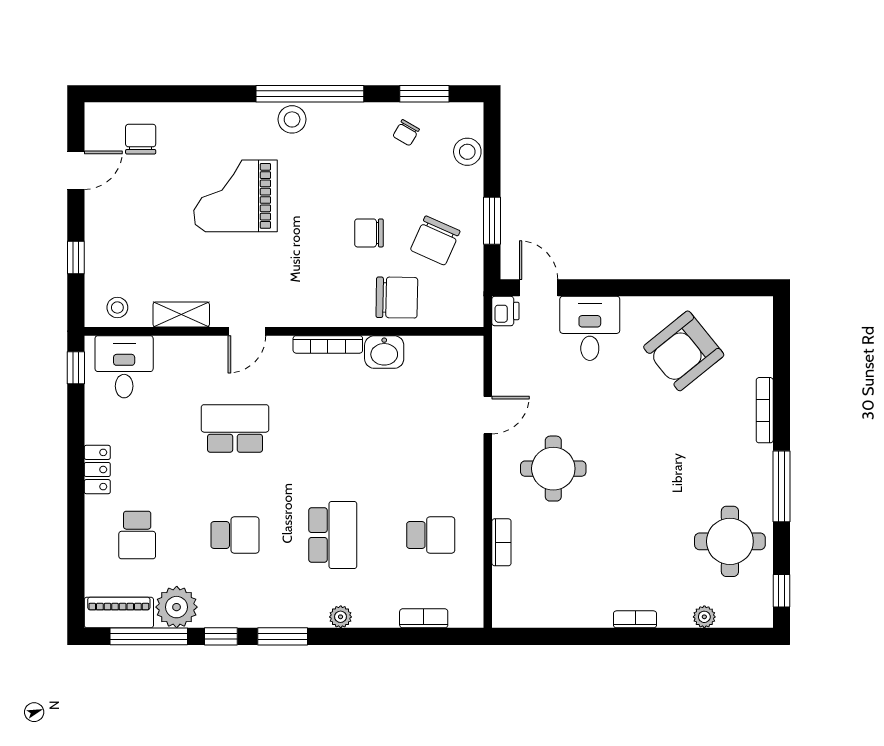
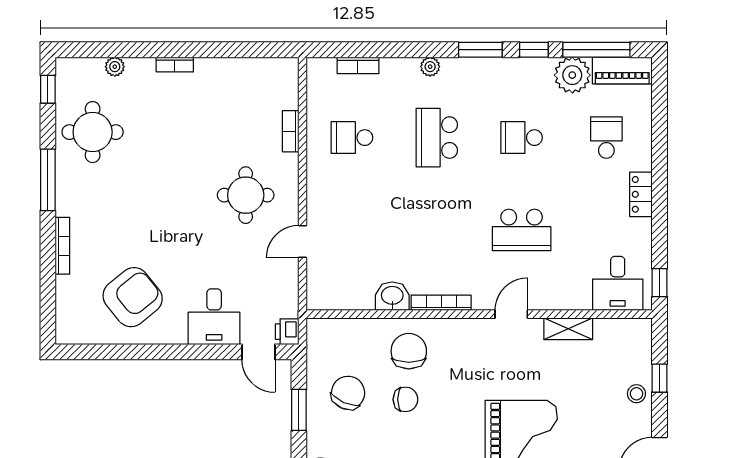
chair: (397, 298) -> (409, 351), moved, turned 89
stool: (117, 307) -> (636, 394), moved

